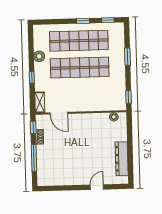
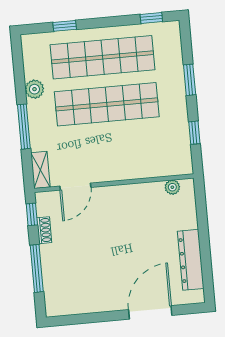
window: (83, 21) -> (65, 26), moved
window: (32, 77) -> (24, 127), width x2.17
window: (129, 97) -> (194, 133), moved
door: (59, 113) -> (75, 187), hinge flipped
door: (97, 187) -> (150, 312), width x1.88

